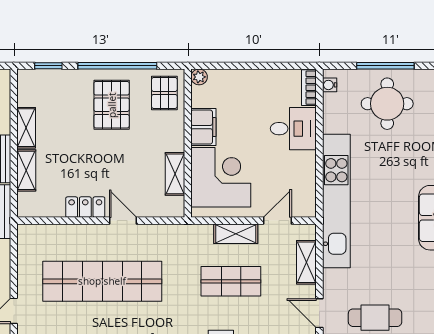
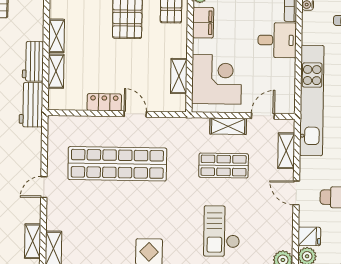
filing cabinet: (203, 127) -> (203, 23), moved

